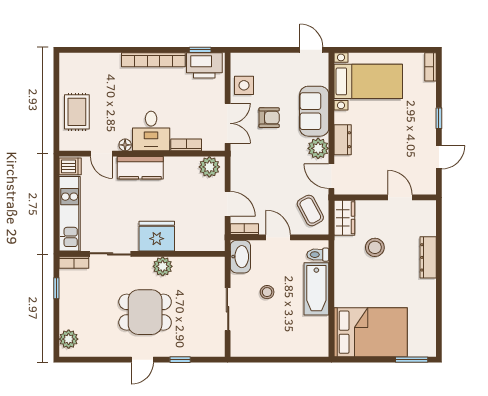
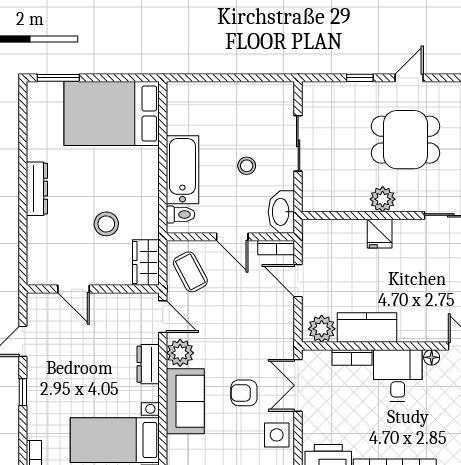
kitchen counter: (140, 168) -> (367, 328), moved
fridge: (157, 236) -> (380, 234), width x0.53, depth x0.75
dresser: (428, 257) -> (37, 189), moved

